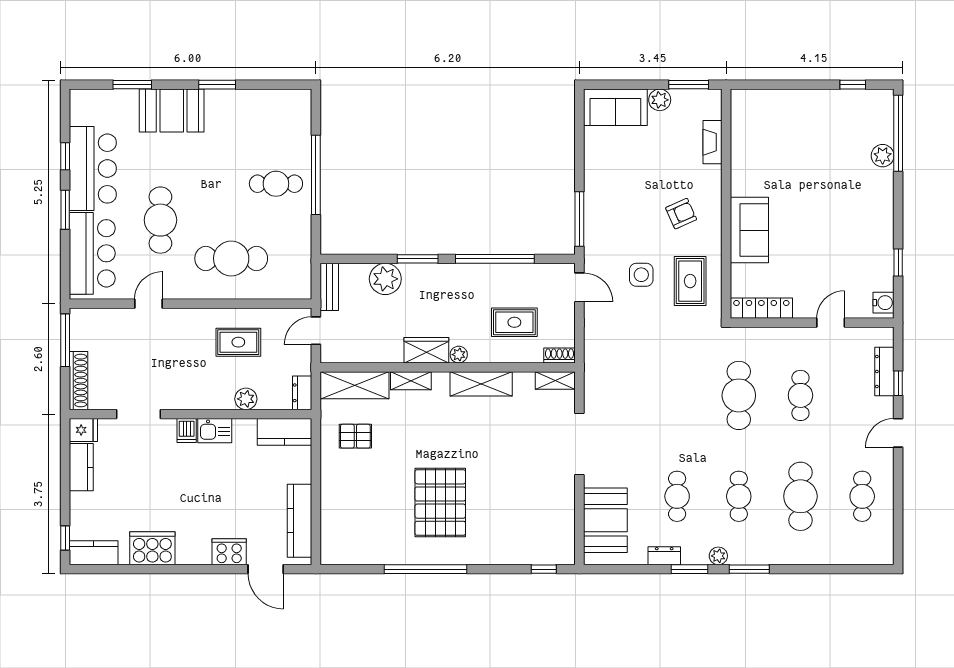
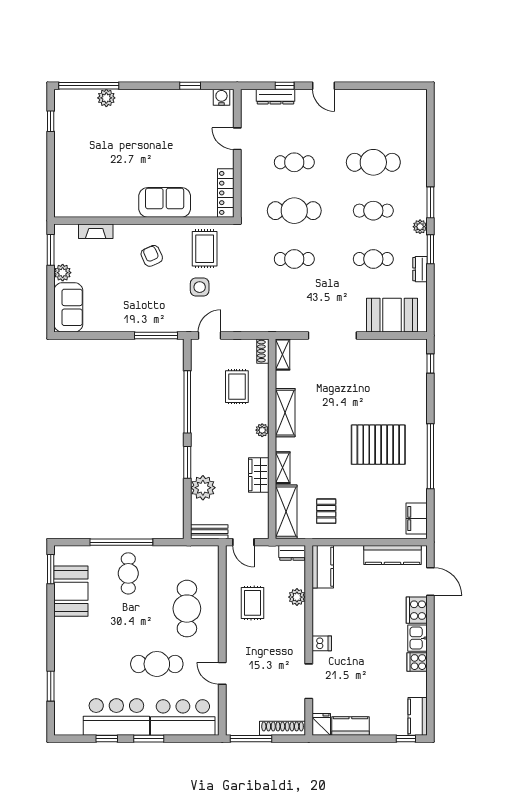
window: (217, 85) -> (51, 569), moved
booth: (172, 111) -> (71, 591), moved
rug: (690, 281) -> (205, 249), turned 90
wardrobe: (426, 350) -> (259, 475), moved
kitchen sink: (215, 431) -> (417, 638), moved, turned 180
cafe table: (862, 496) -> (294, 259), moved
cooker: (152, 548) -> (417, 662), width x0.53, depth x0.76
filing cabinet: (346, 552) -> (417, 519), added
door: (266, 569) -> (430, 581), hinge flipped

